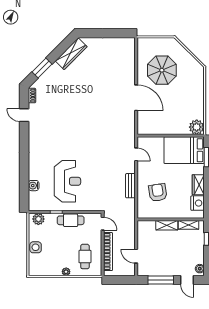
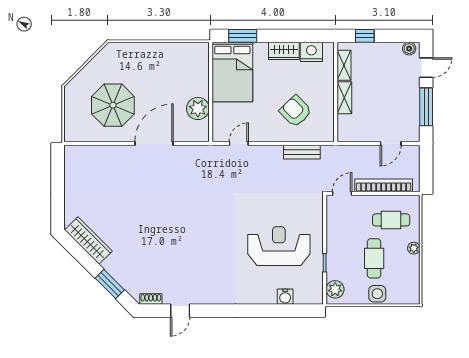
plant: (197, 127) -> (198, 108), moved
bench: (130, 186) -> (302, 152), moved
armchair: (158, 192) -> (296, 111), turned 55
cafe table: (71, 220) -> (374, 258), moved

